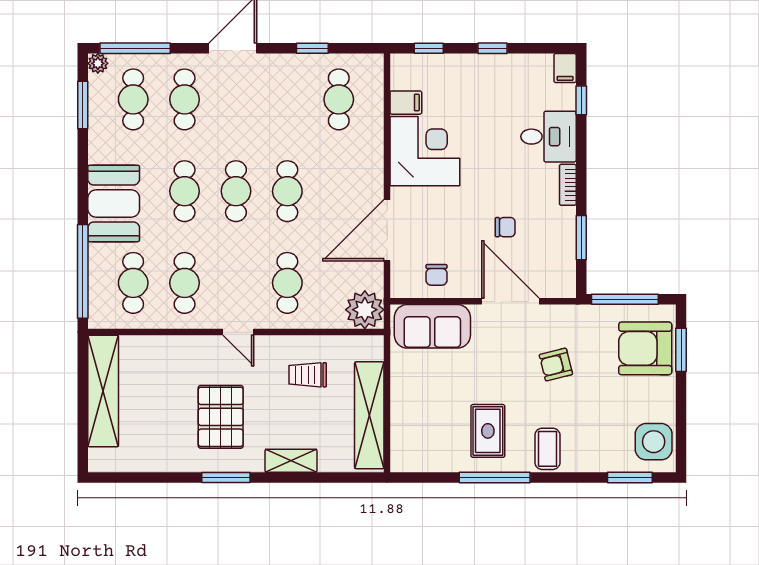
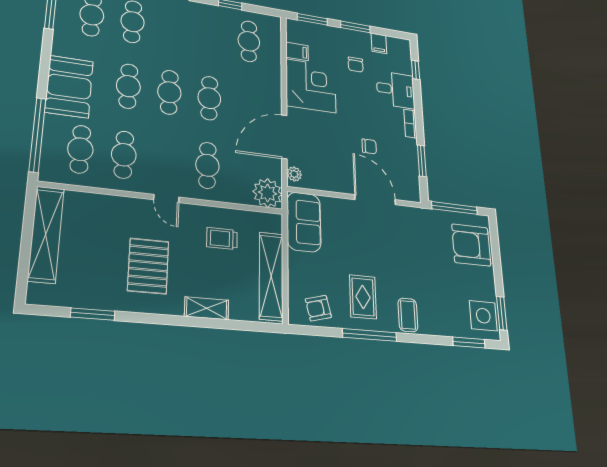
window: (429, 48) -> (312, 19), width x1.50
window: (492, 48) -> (355, 27), width x1.50
filing cabinet: (565, 68) -> (379, 43), moved
chair: (437, 275) -> (356, 65), moved
plant: (400, 280) -> (294, 174), added
sofa: (432, 326) -> (304, 222), moved, turned -90
window: (681, 350) -> (502, 313), moved
armchair: (556, 365) -> (318, 308), moved
window: (226, 477) -> (93, 314), moved

